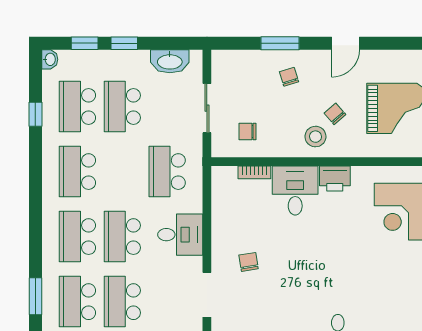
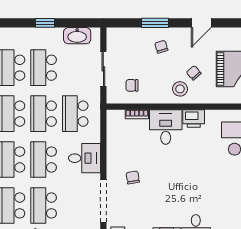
window: (85, 43) -> (17, 23), removed
school desk: (122, 172) -> (44, 114), added
doorway: (207, 295) -> (103, 201), width x1.36

